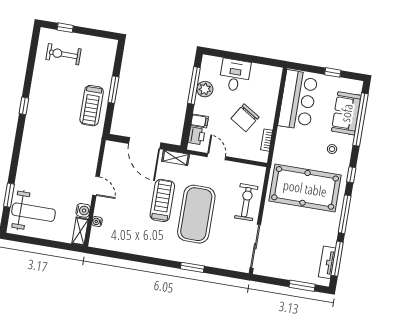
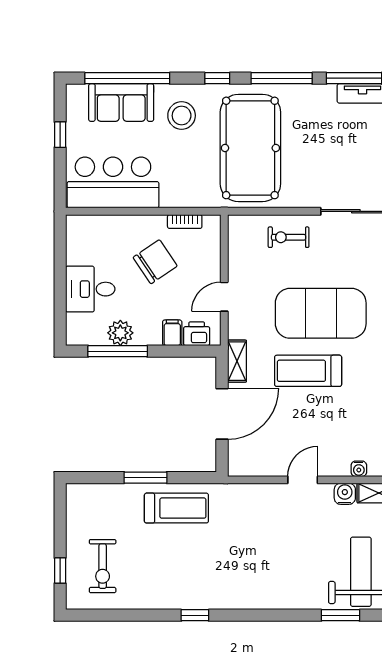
chair: (245, 118) -> (155, 262), turned -66
stool: (332, 149) -> (182, 116), width x1.89, depth x1.89
exercise bike: (246, 202) -> (289, 237), width x0.73, depth x0.72

